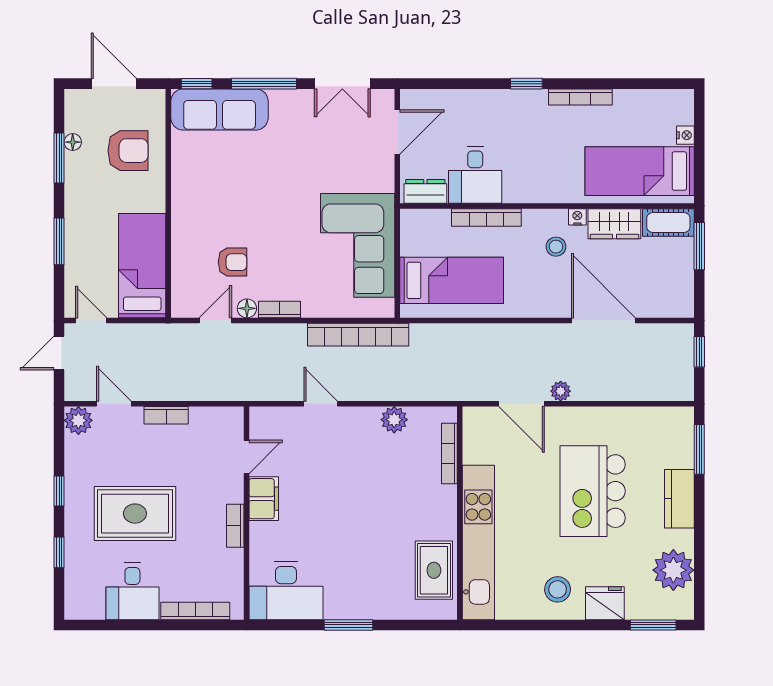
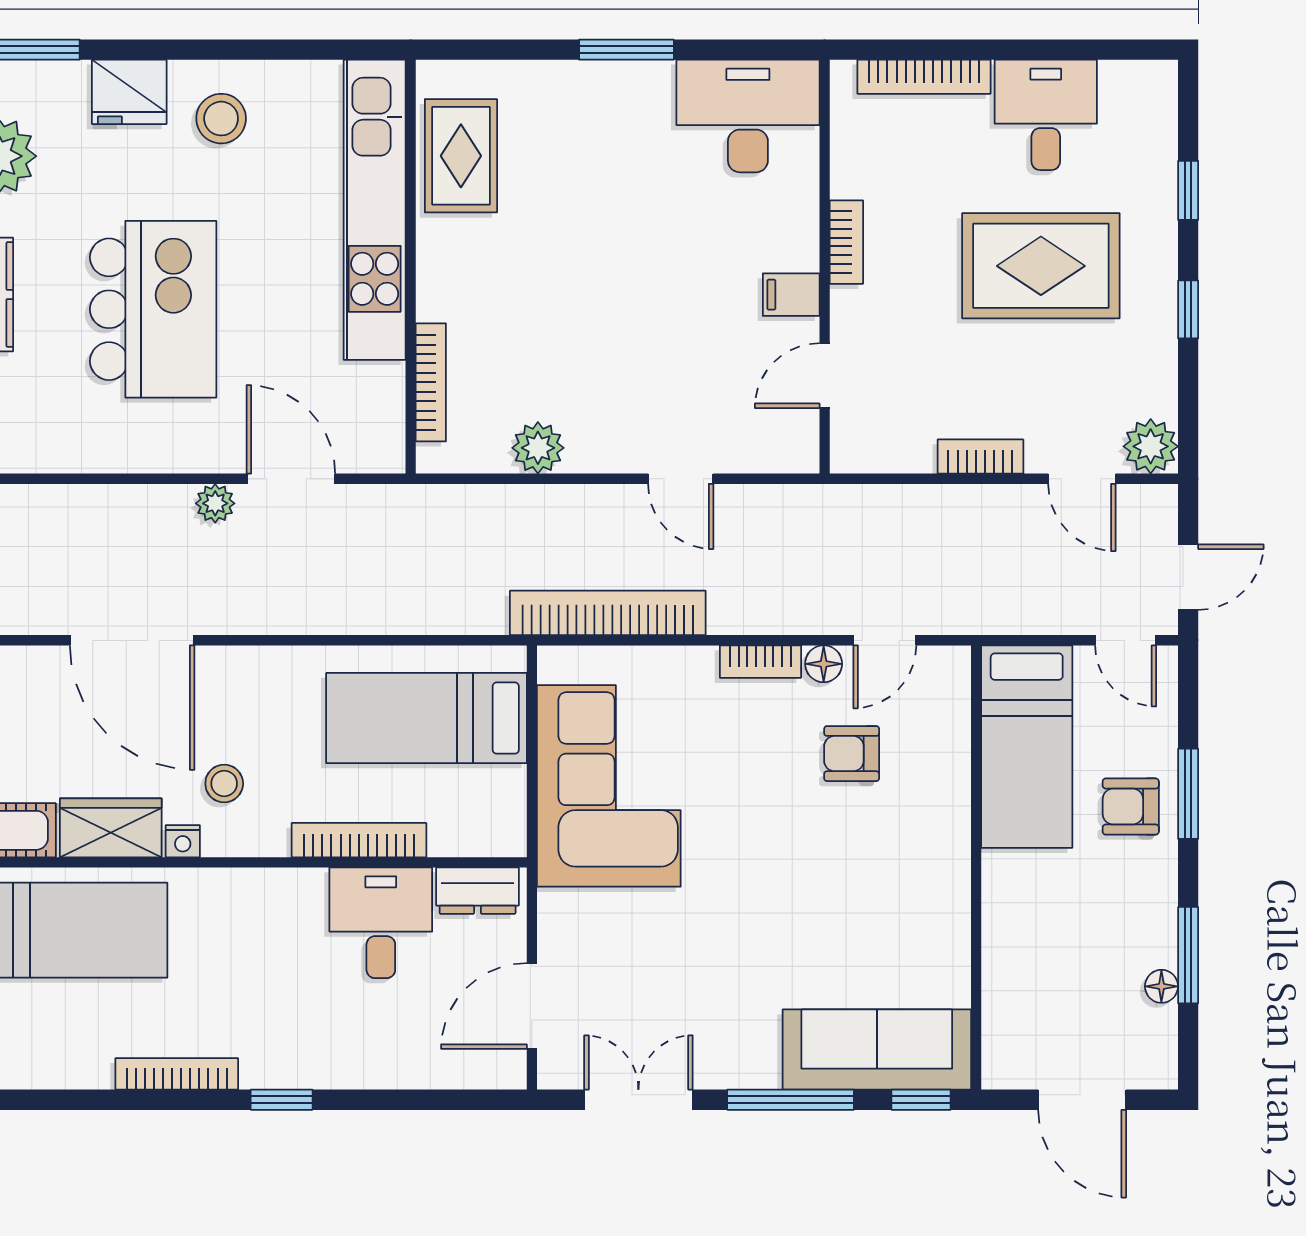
armchair: (128, 151) -> (1131, 807), moved, width x0.72, depth x0.72
filing cabinet: (264, 499) -> (791, 295), width x0.50

